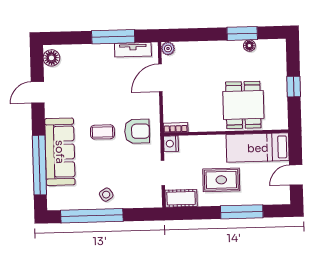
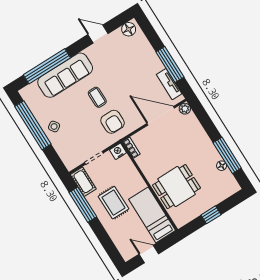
window: (242, 33) -> (227, 155), width x1.44
door: (160, 78) -> (161, 116), width x1.36
window: (242, 212) -> (83, 205), moved

